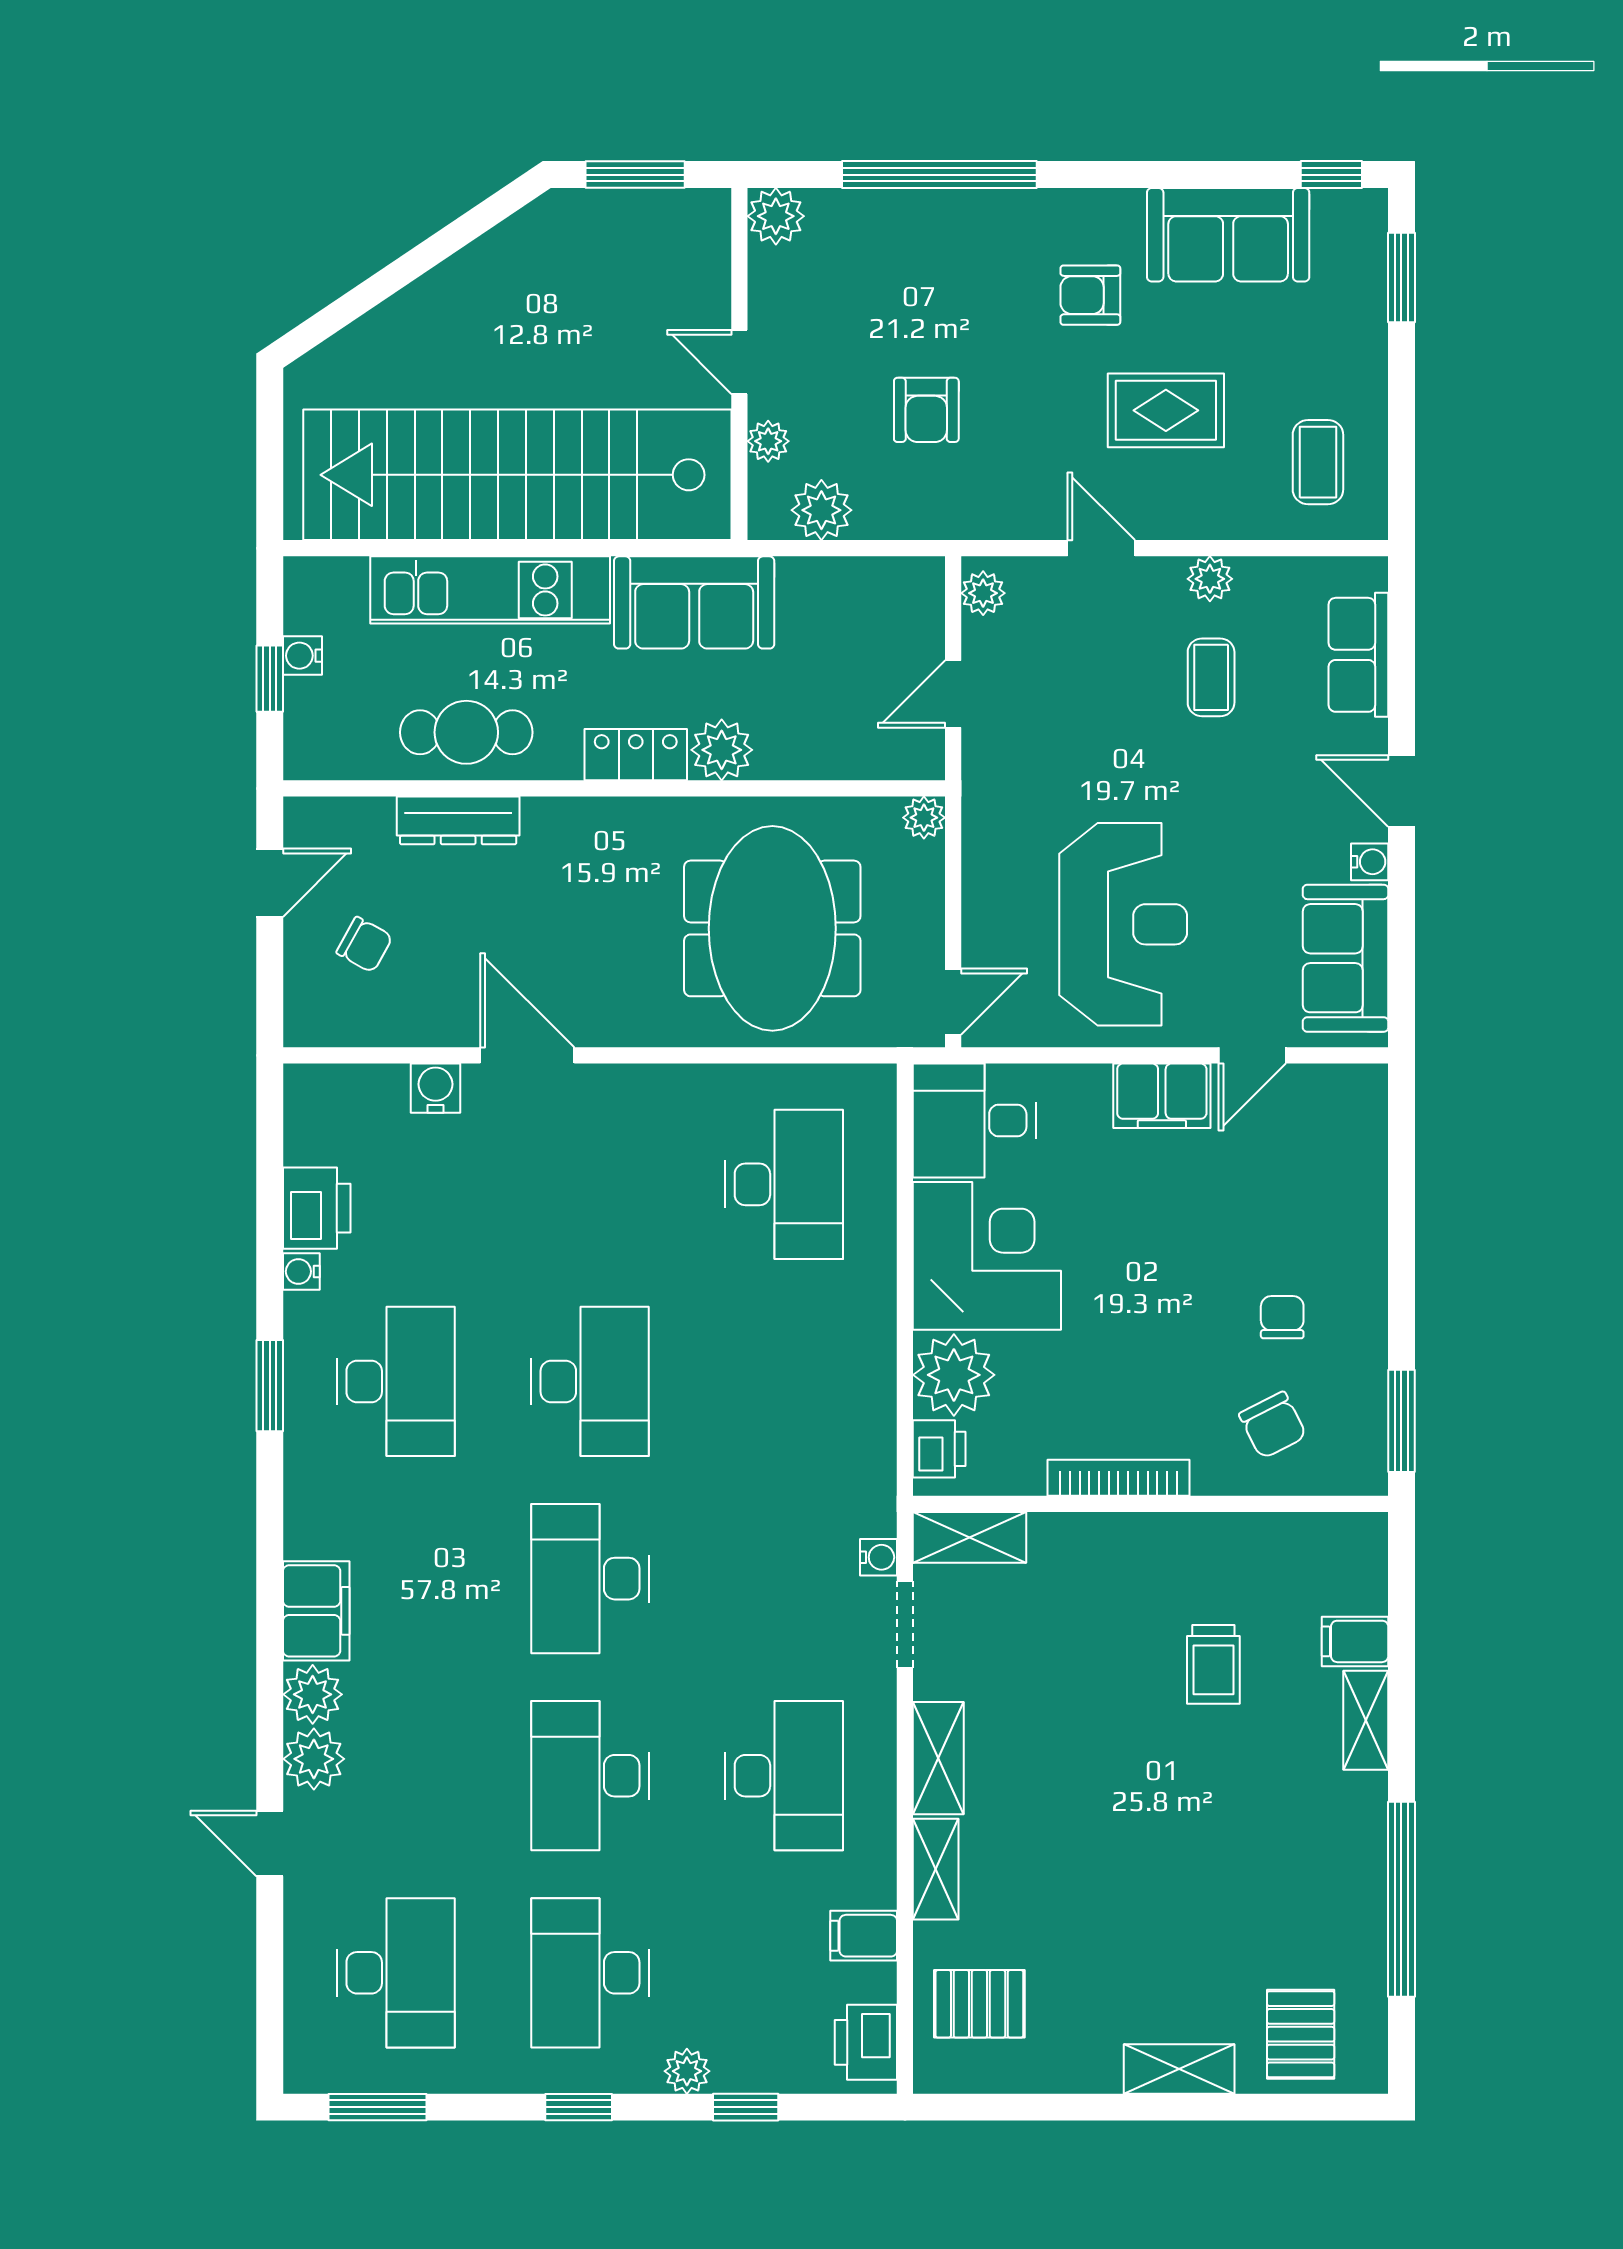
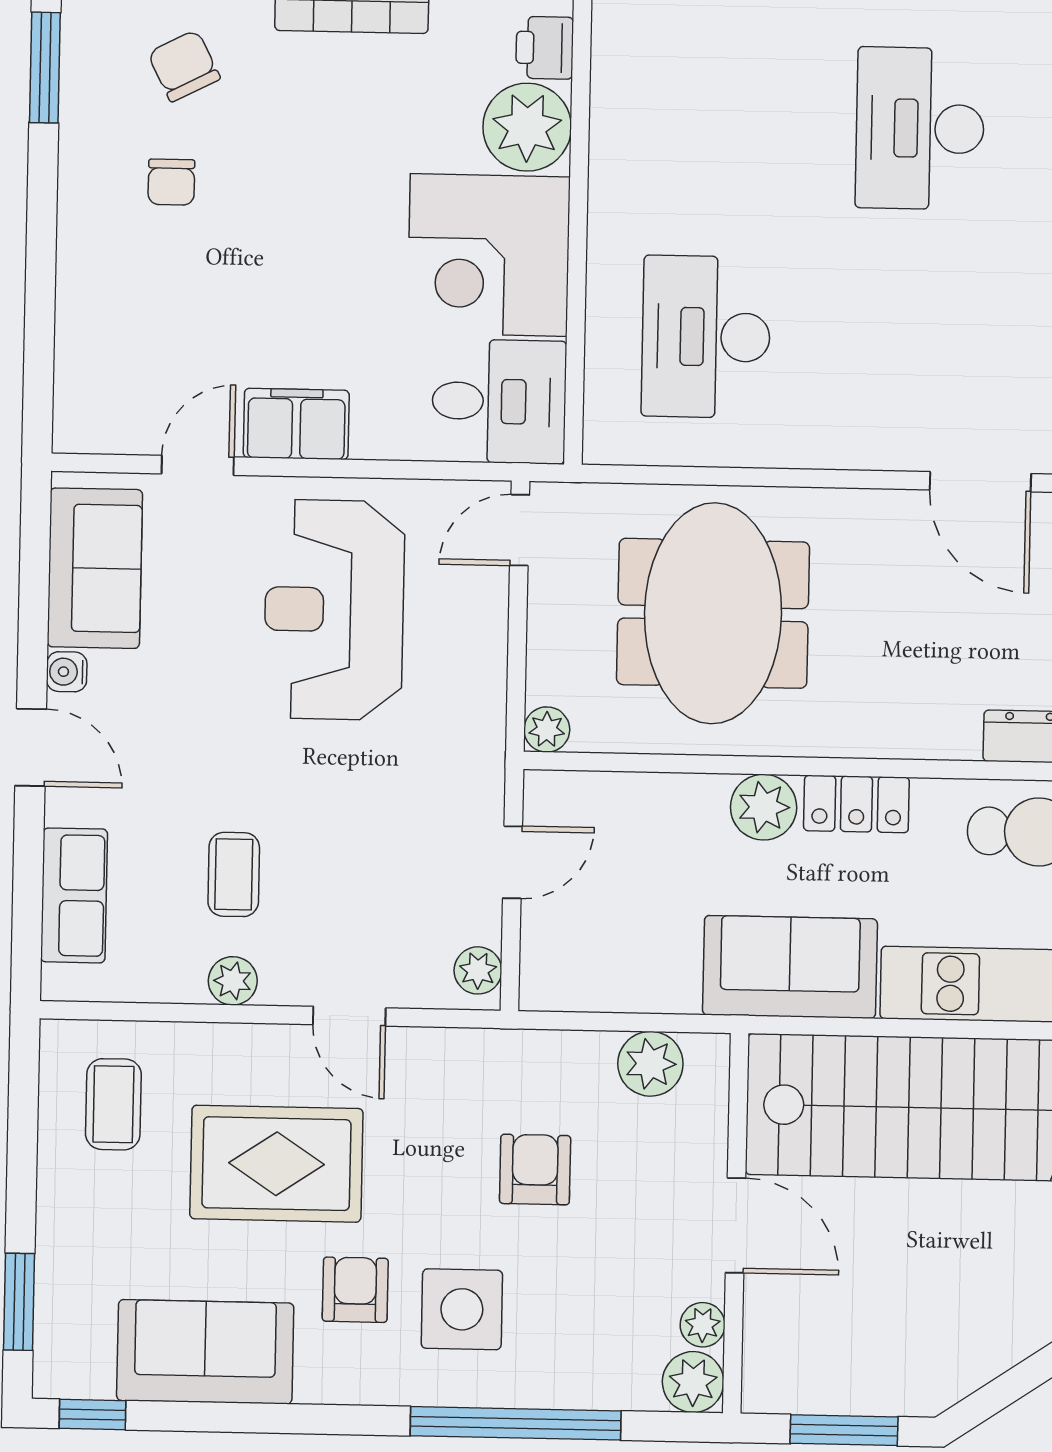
side table: (991, 279) -> (462, 1309), added
armchair: (1090, 295) -> (355, 1290), turned -90
door: (739, 362) -> (736, 1225), width x1.38
rug: (1166, 410) -> (276, 1164), width x1.36, depth x1.43
plant: (768, 441) -> (703, 1325), moved

